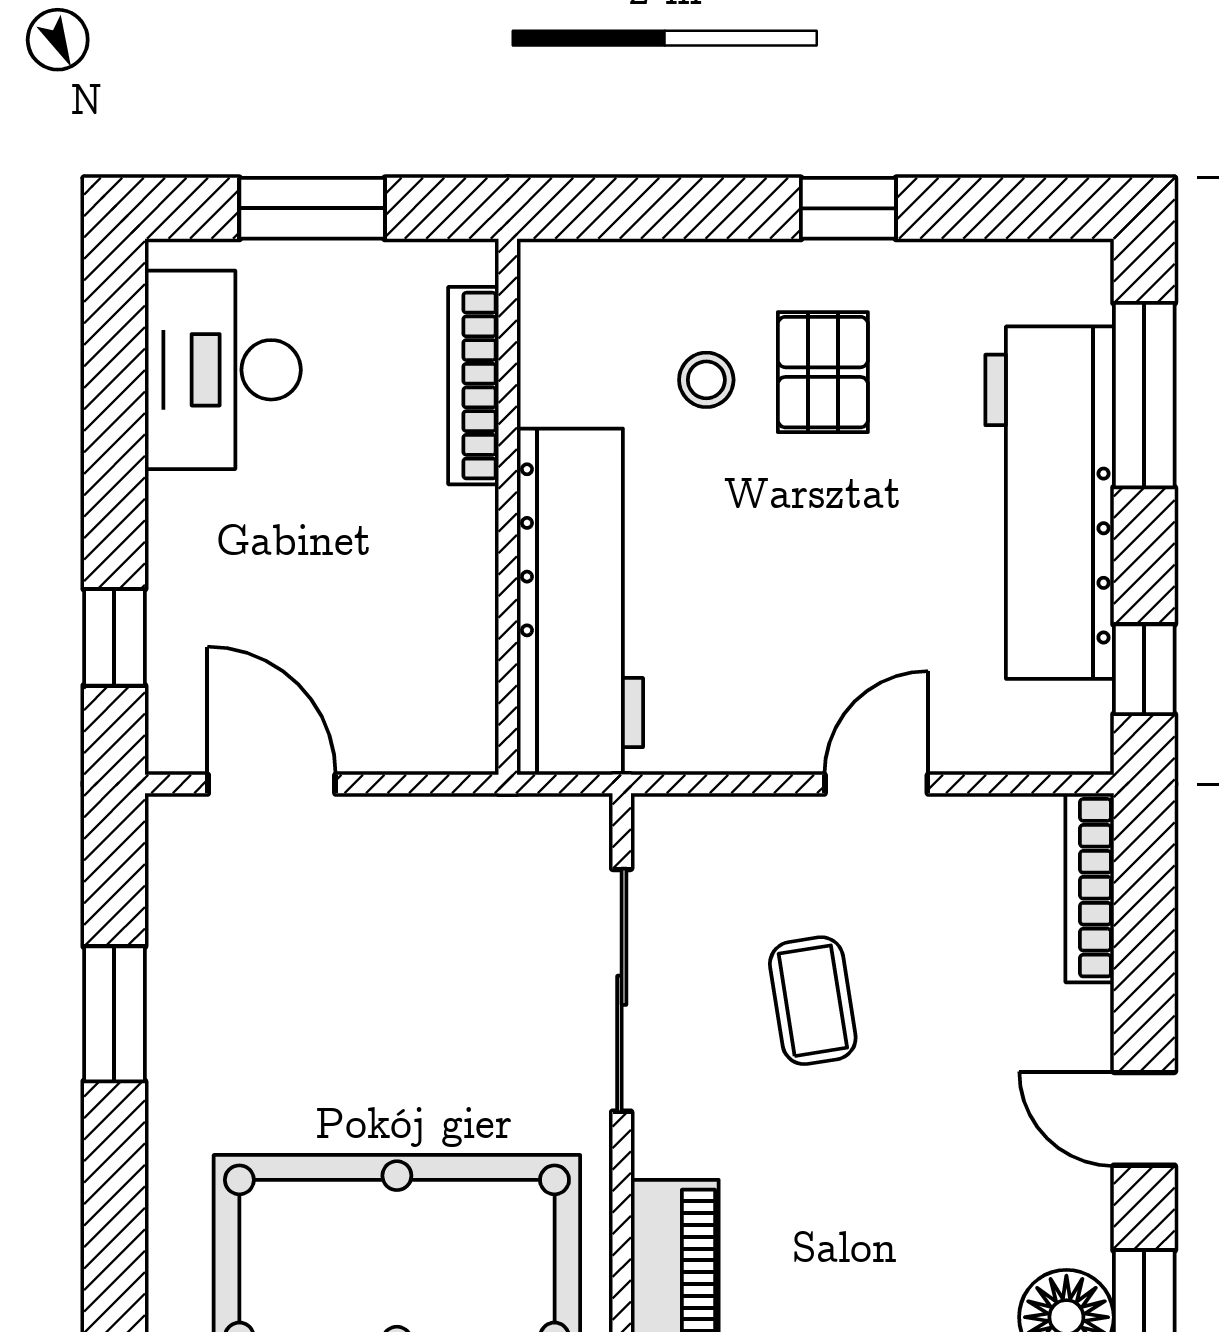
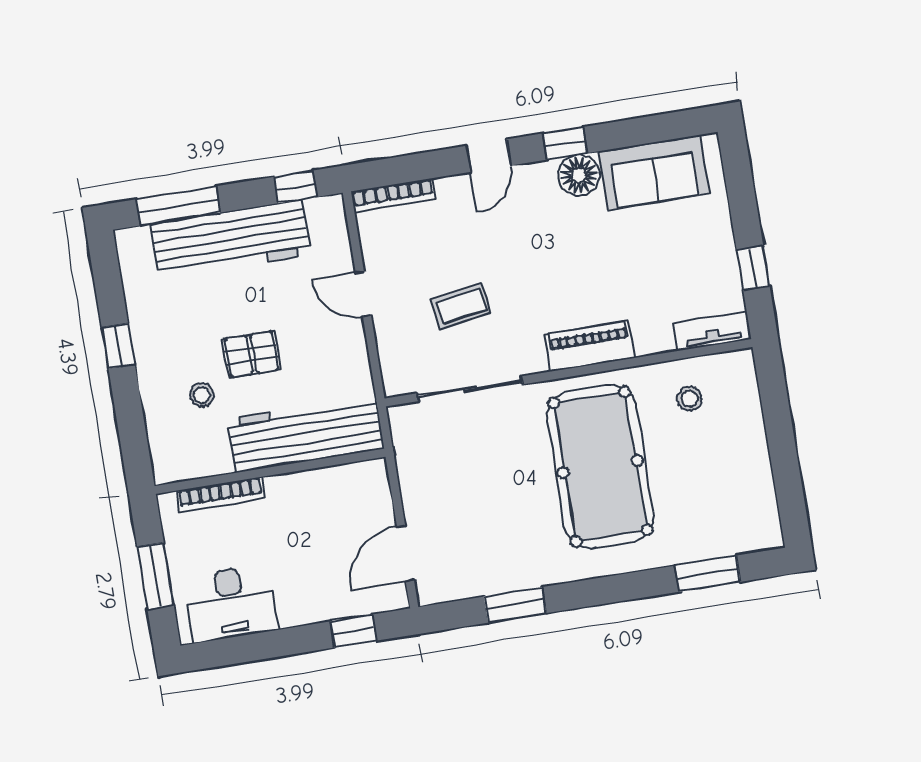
pallet: (823, 372) -> (252, 354), moved

